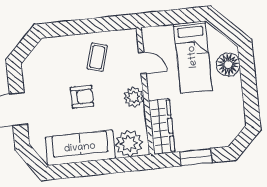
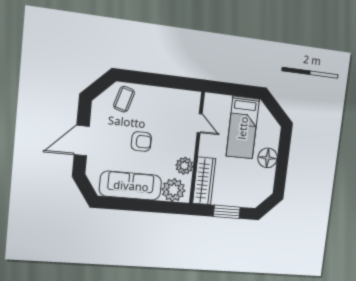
coffee table: (97, 57) -> (124, 99), moved
floor lamp: (228, 65) -> (268, 158), moved
plant: (134, 97) -> (184, 166), moved

